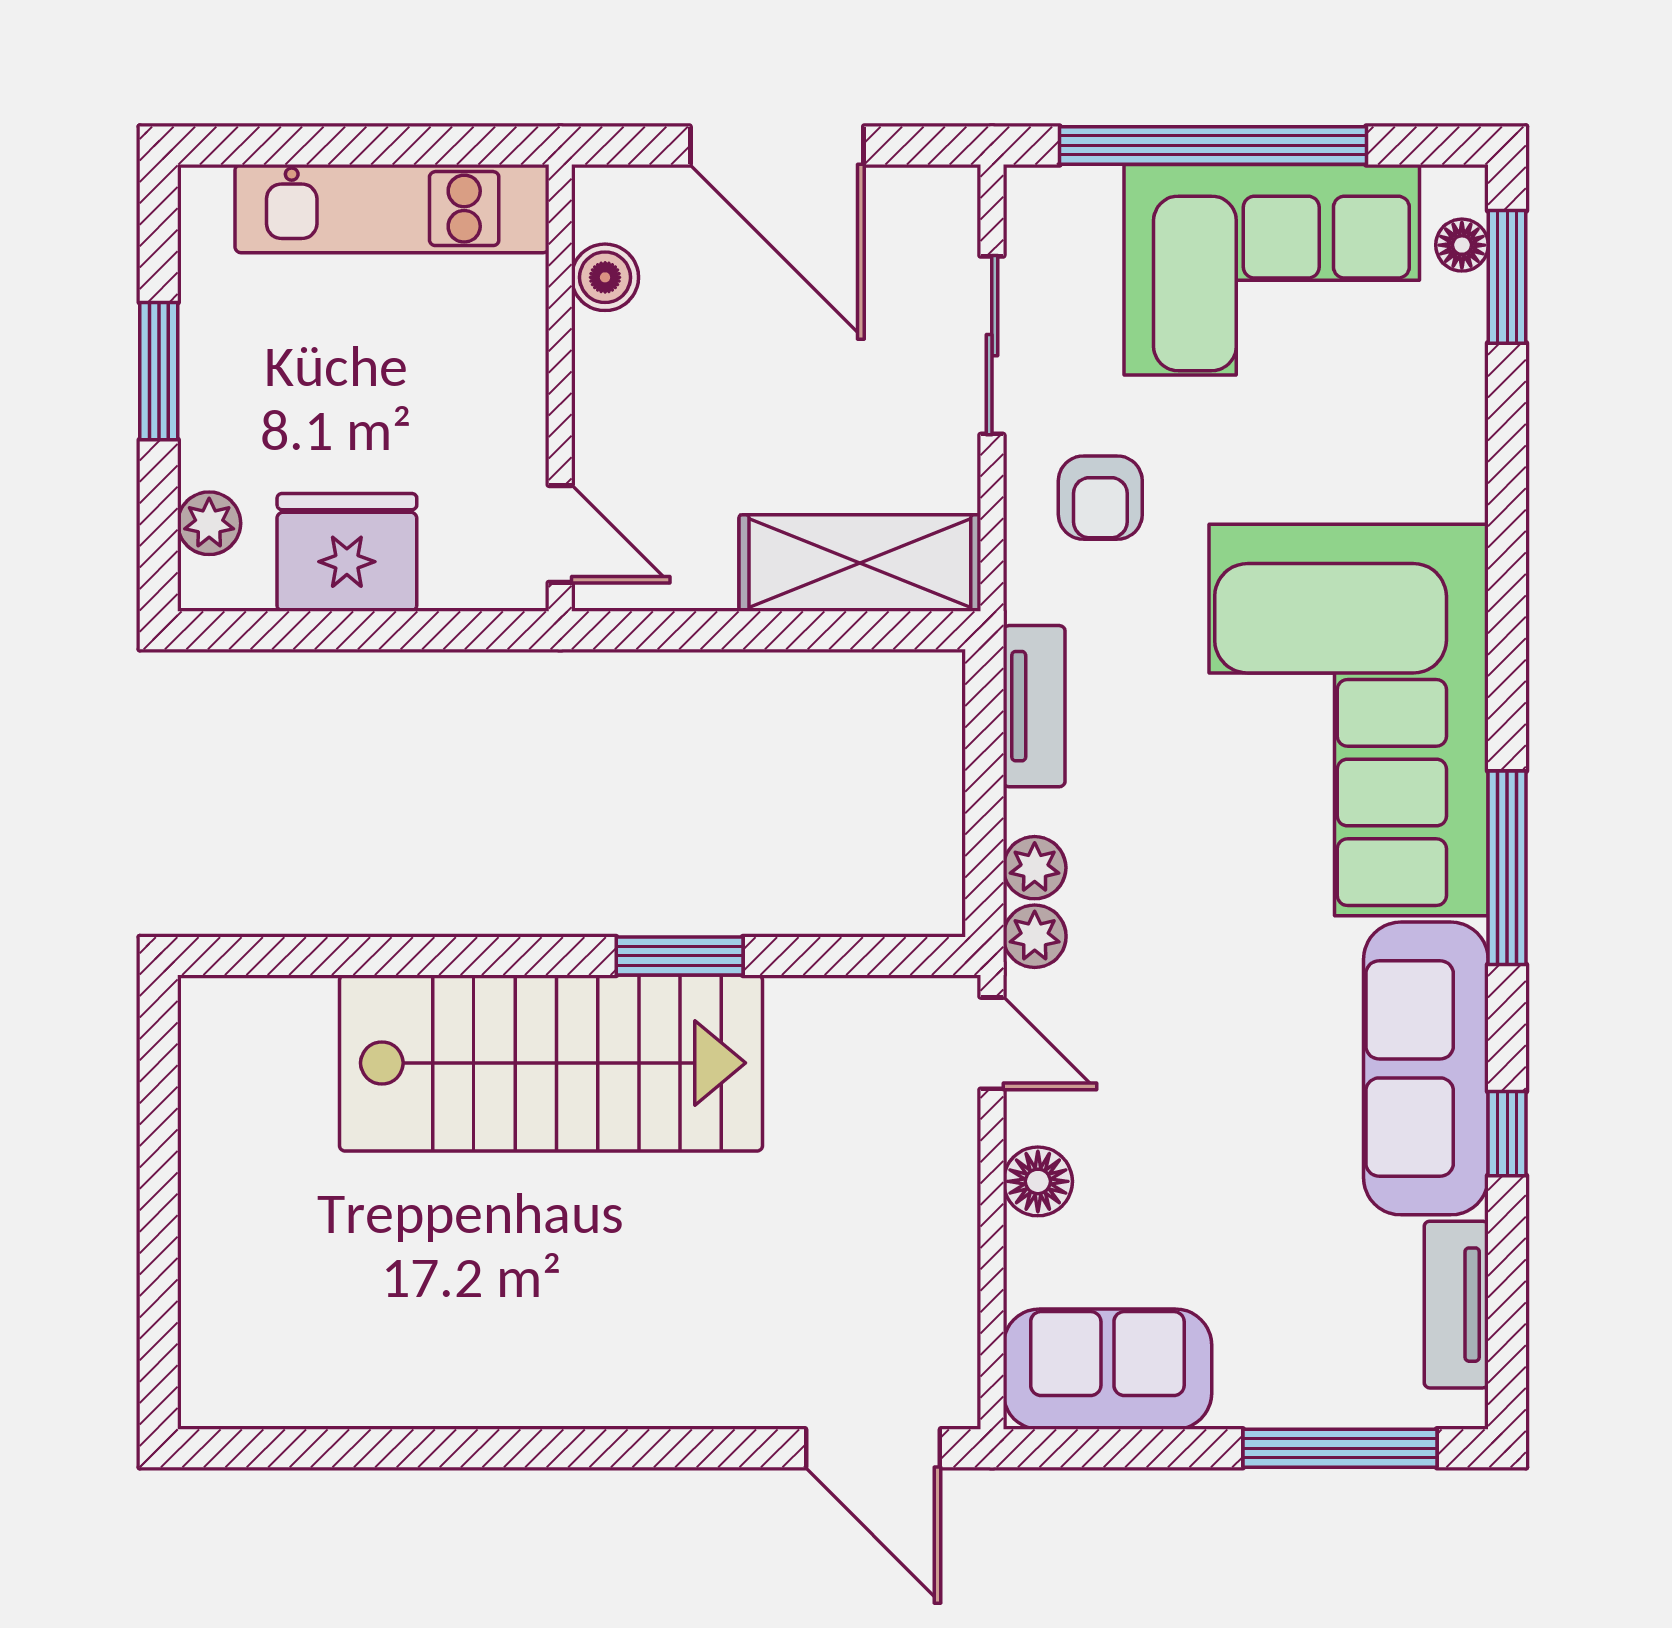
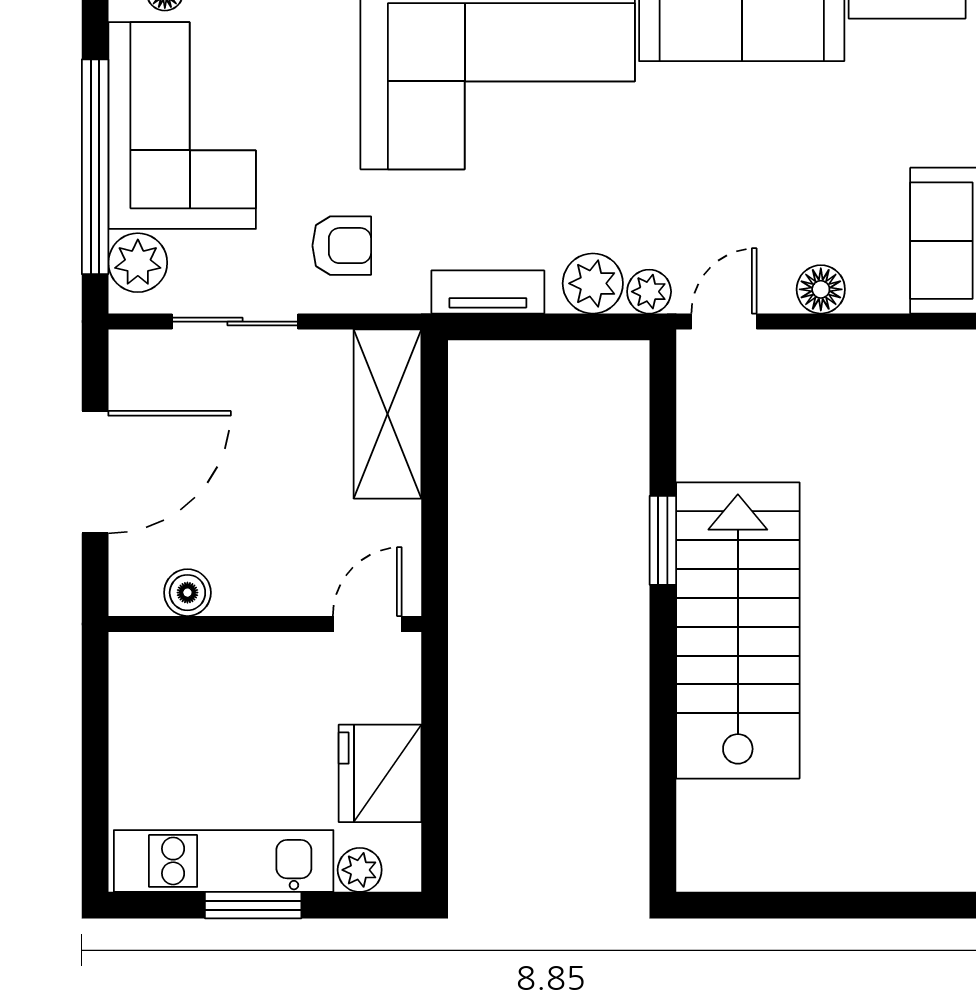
plant: (1076, 206) -> (138, 263), added
kitchen unit: (392, 209) -> (224, 861), moved, turned -90
plant: (1035, 868) -> (593, 283), width x1.38, depth x1.38

